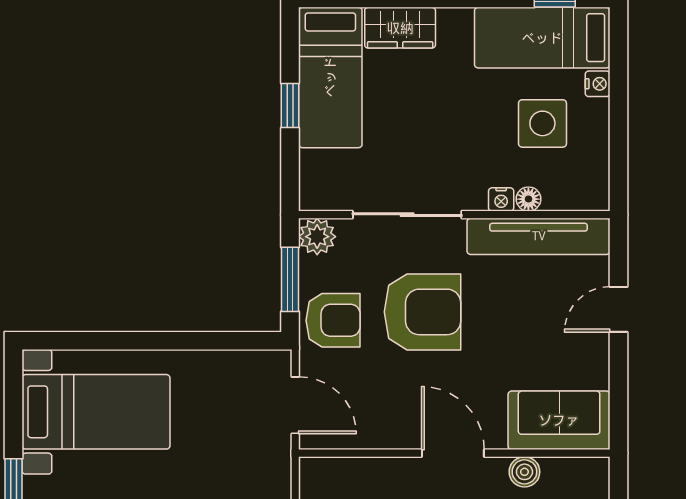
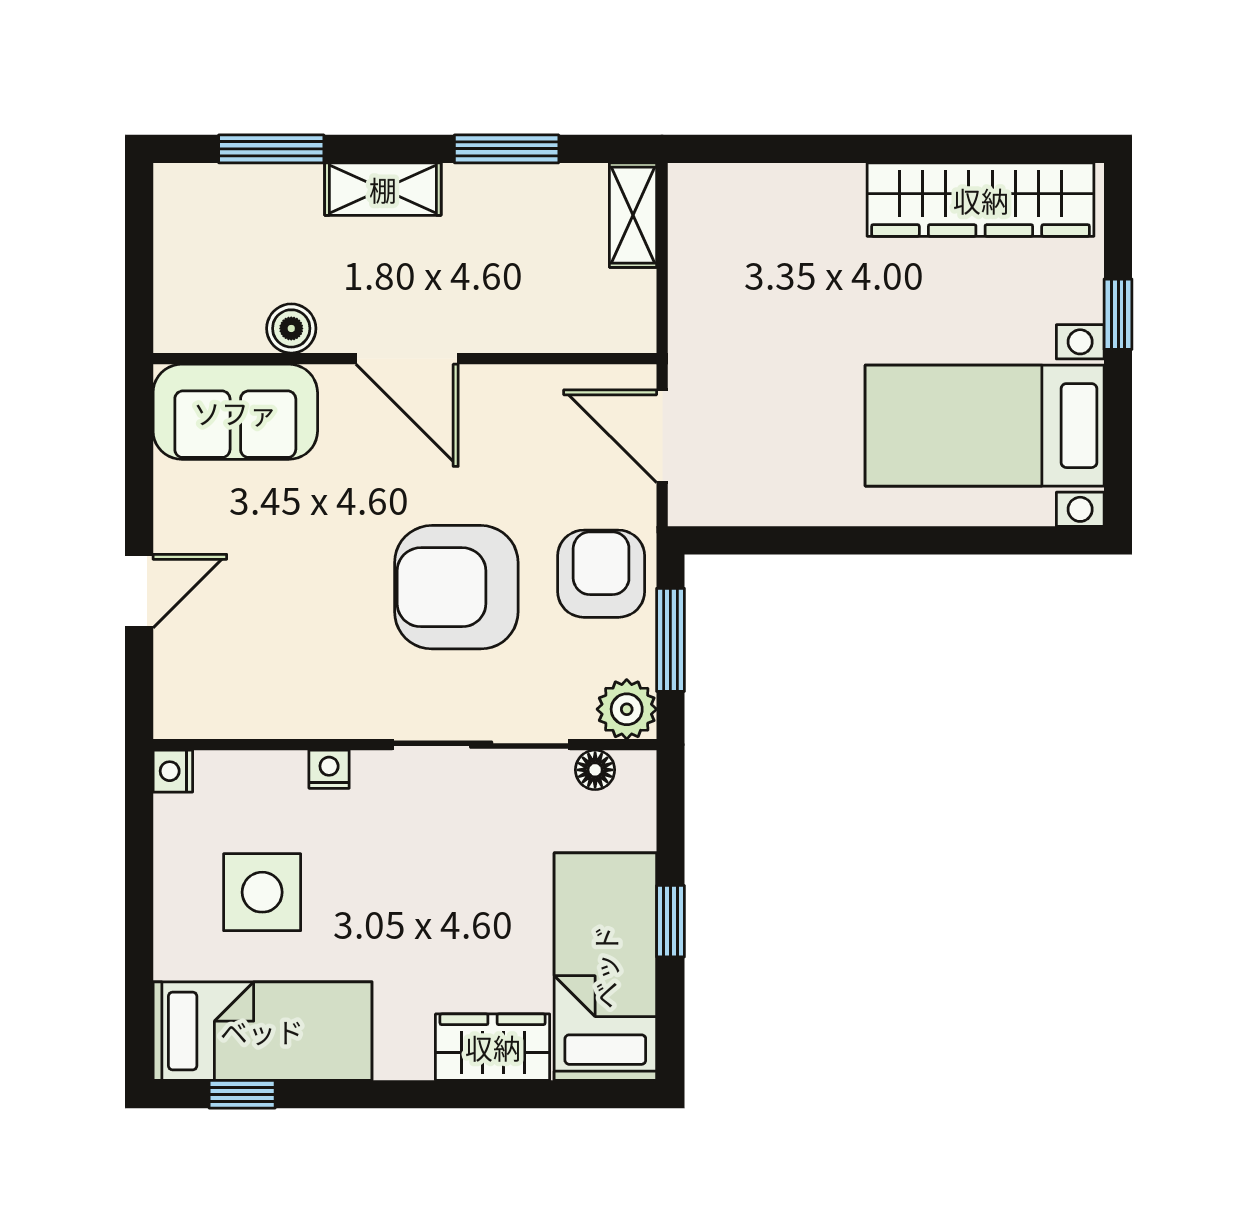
nightstand: (598, 84) -> (173, 771), moved
floor lamp: (528, 199) -> (595, 770), moved
tv unit: (539, 236) -> (269, 709), removed
armchair: (333, 320) -> (601, 574), turned 90

